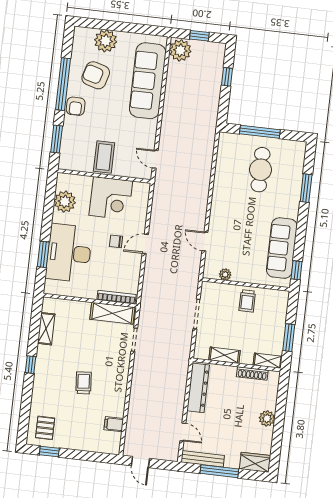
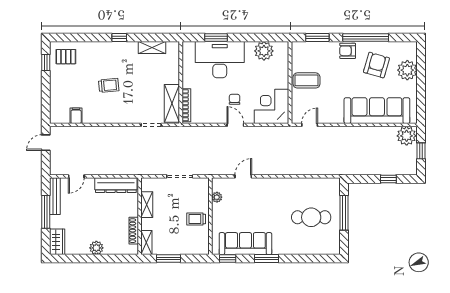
window: (306, 188) -> (266, 259), moved
corner desk: (111, 198) -> (272, 106), moved, turned 90

